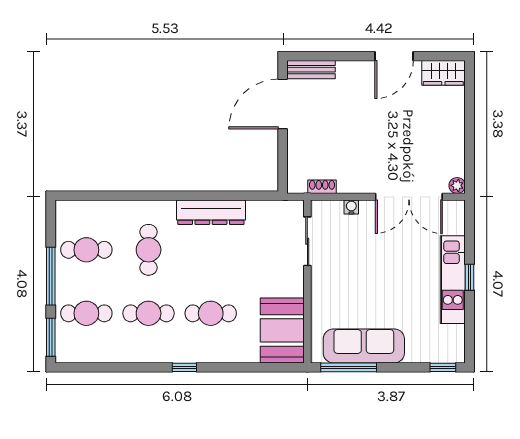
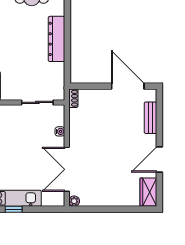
door: (394, 56) -> (159, 160), hinge flipped
bench: (311, 70) -> (150, 118), moved
shoe rack: (322, 187) -> (73, 98), moved

